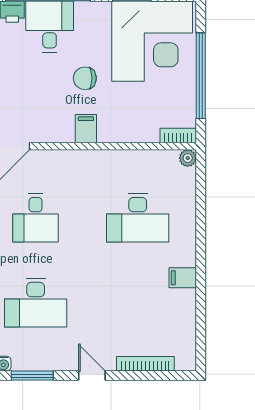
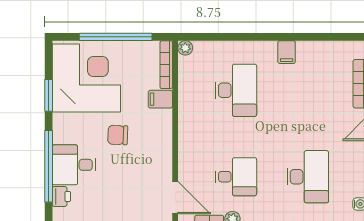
chair: (85, 78) -> (118, 135), turned 92
filing cabinet: (86, 129) -> (160, 99), moved
bookcase: (178, 136) -> (166, 65), width x1.56

